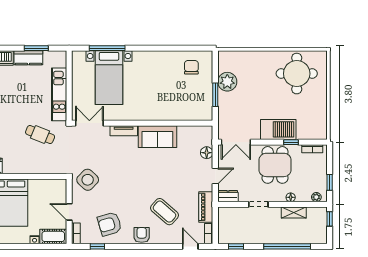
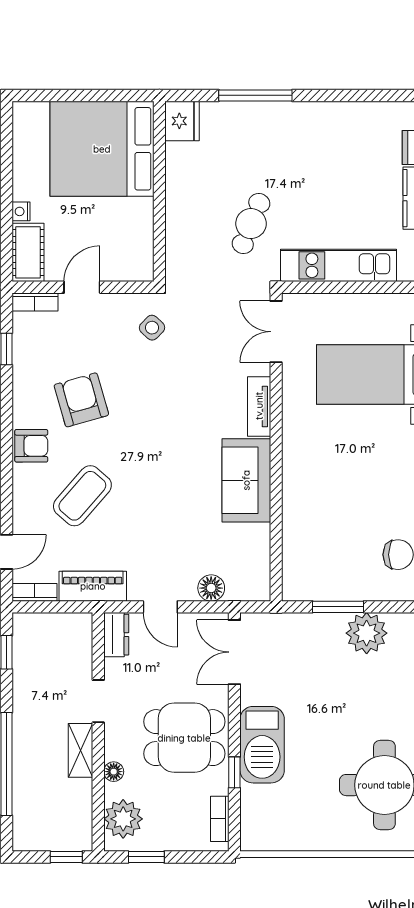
double door: (89, 123) -> (276, 332), swing flipped
side table: (88, 180) -> (152, 328), width x0.54, depth x0.54
plant: (316, 197) -> (123, 819), width x1.88, depth x1.88
shelving: (294, 212) -> (80, 750), moved
armchair: (110, 224) -> (81, 400), moved

